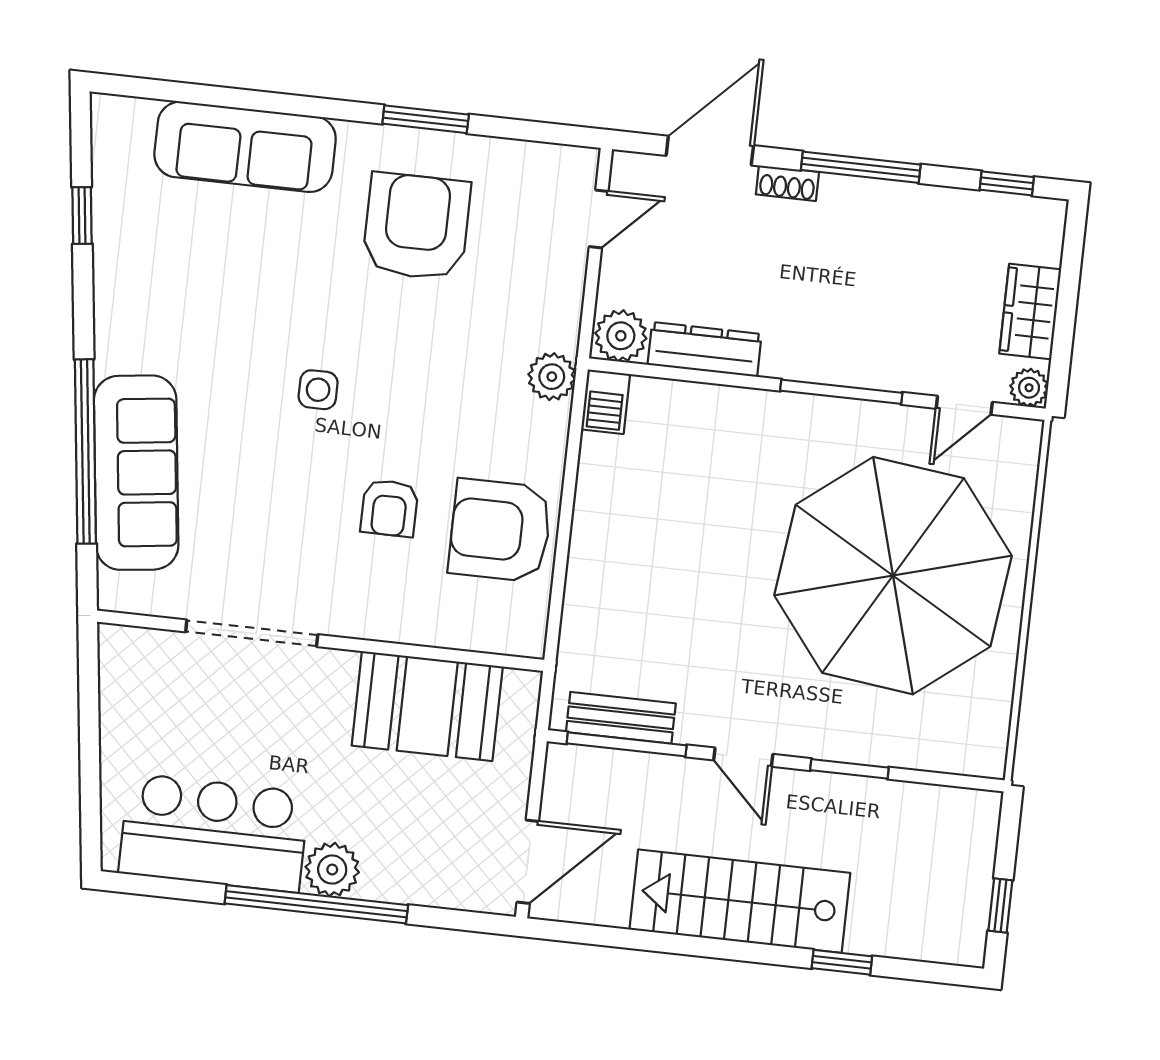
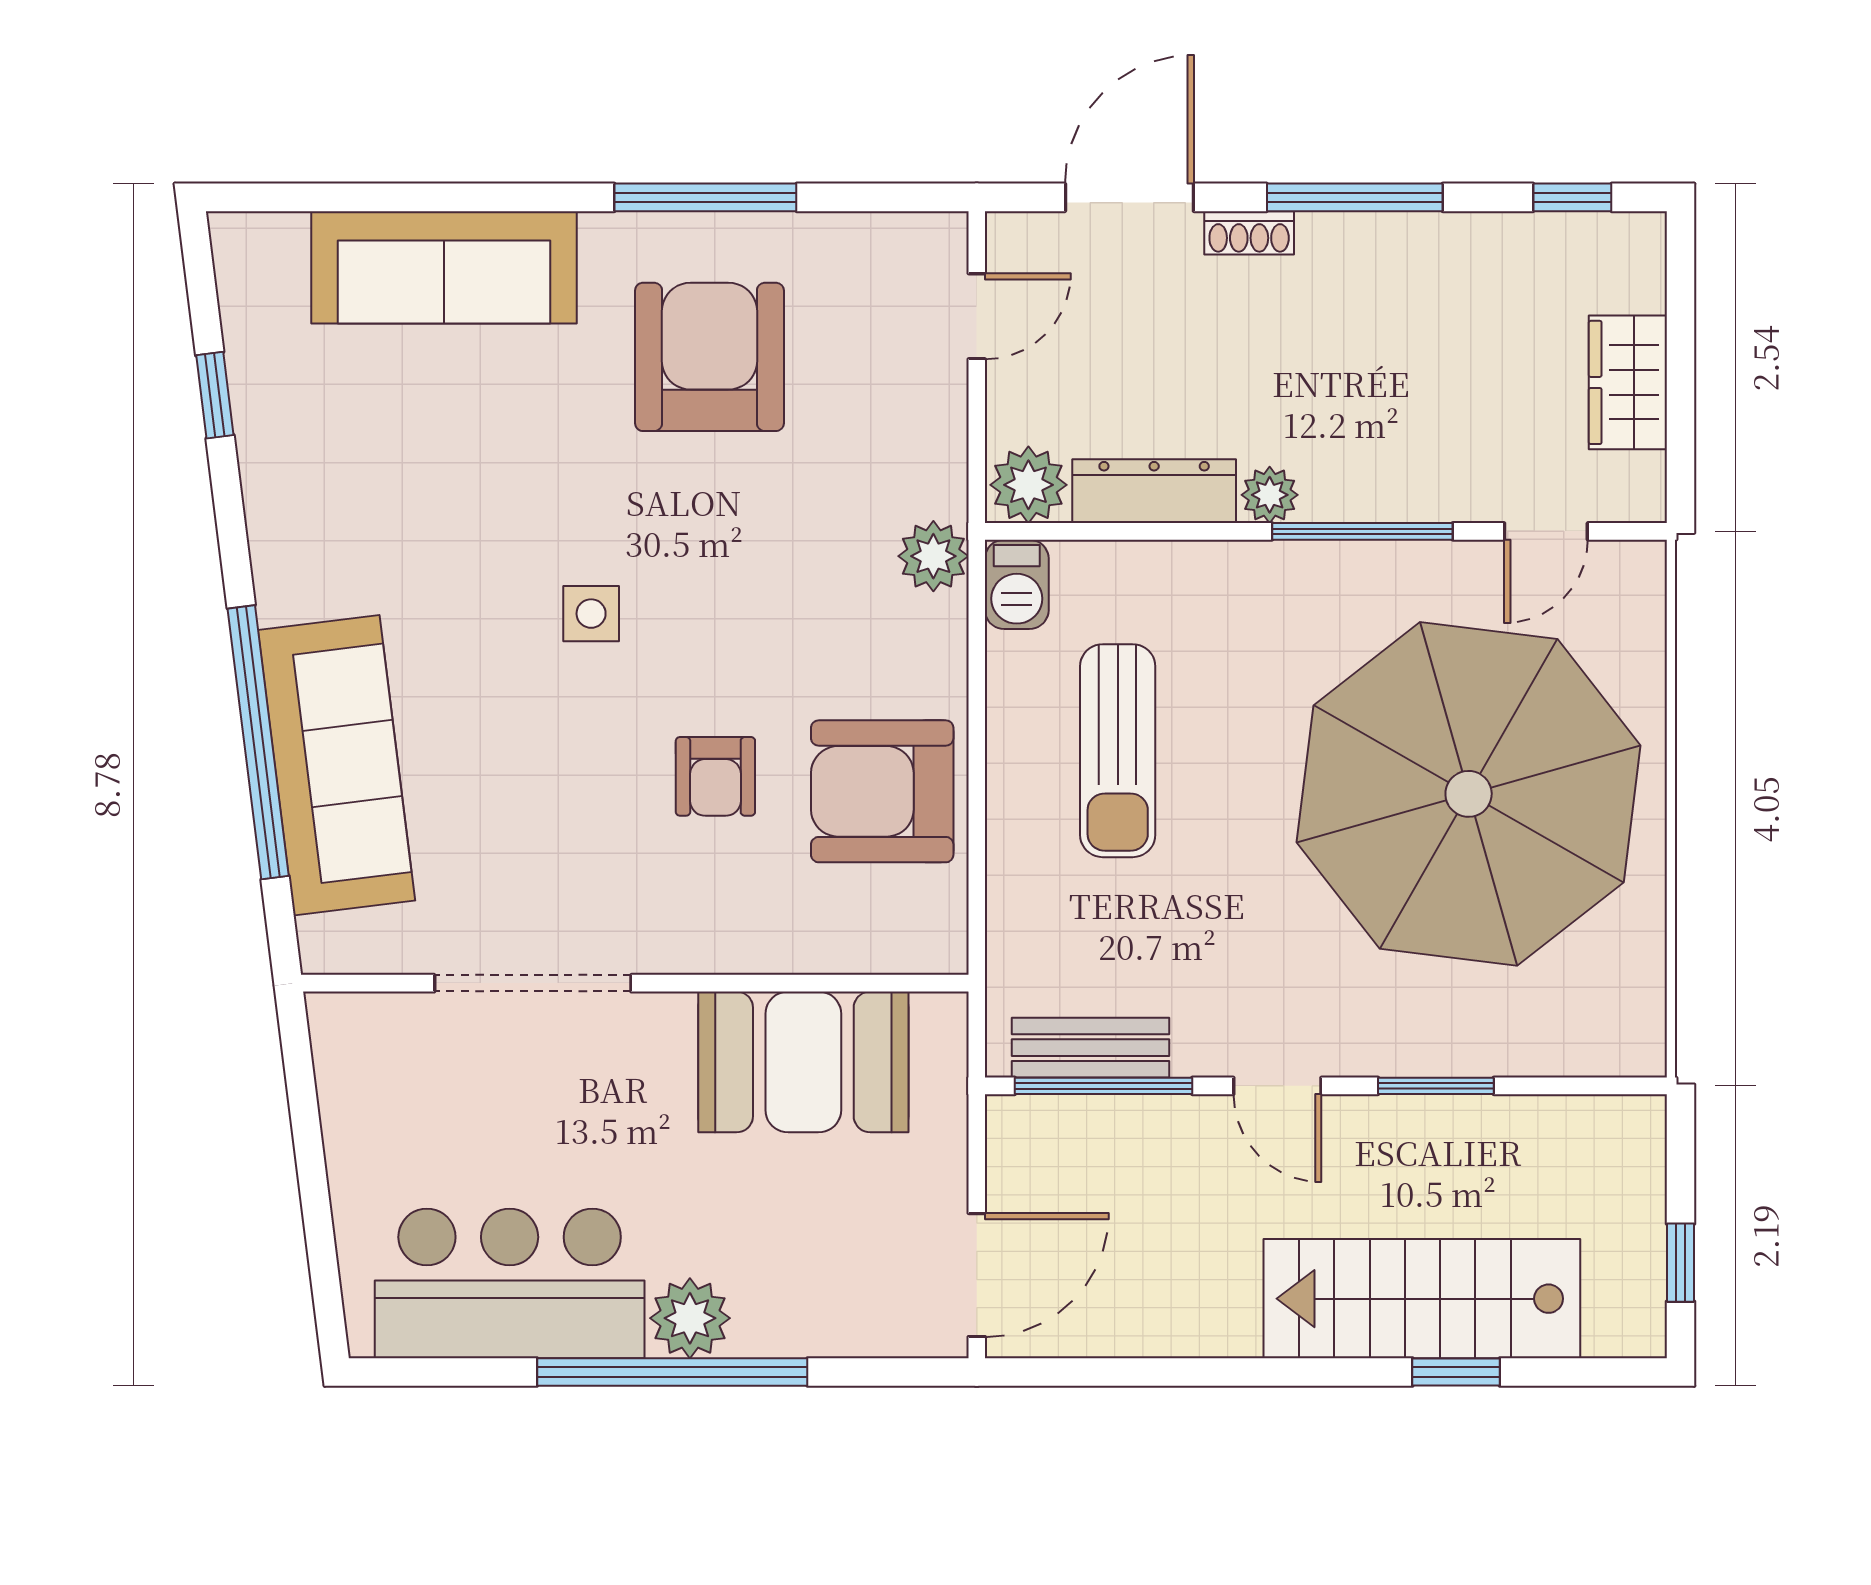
window: (426, 119) -> (705, 197), width x1.44
plant: (1029, 388) -> (1270, 495), moved
sun lounger: (661, 521) -> (1118, 751), added
stairs: (740, 901) -> (1422, 1299), moved

